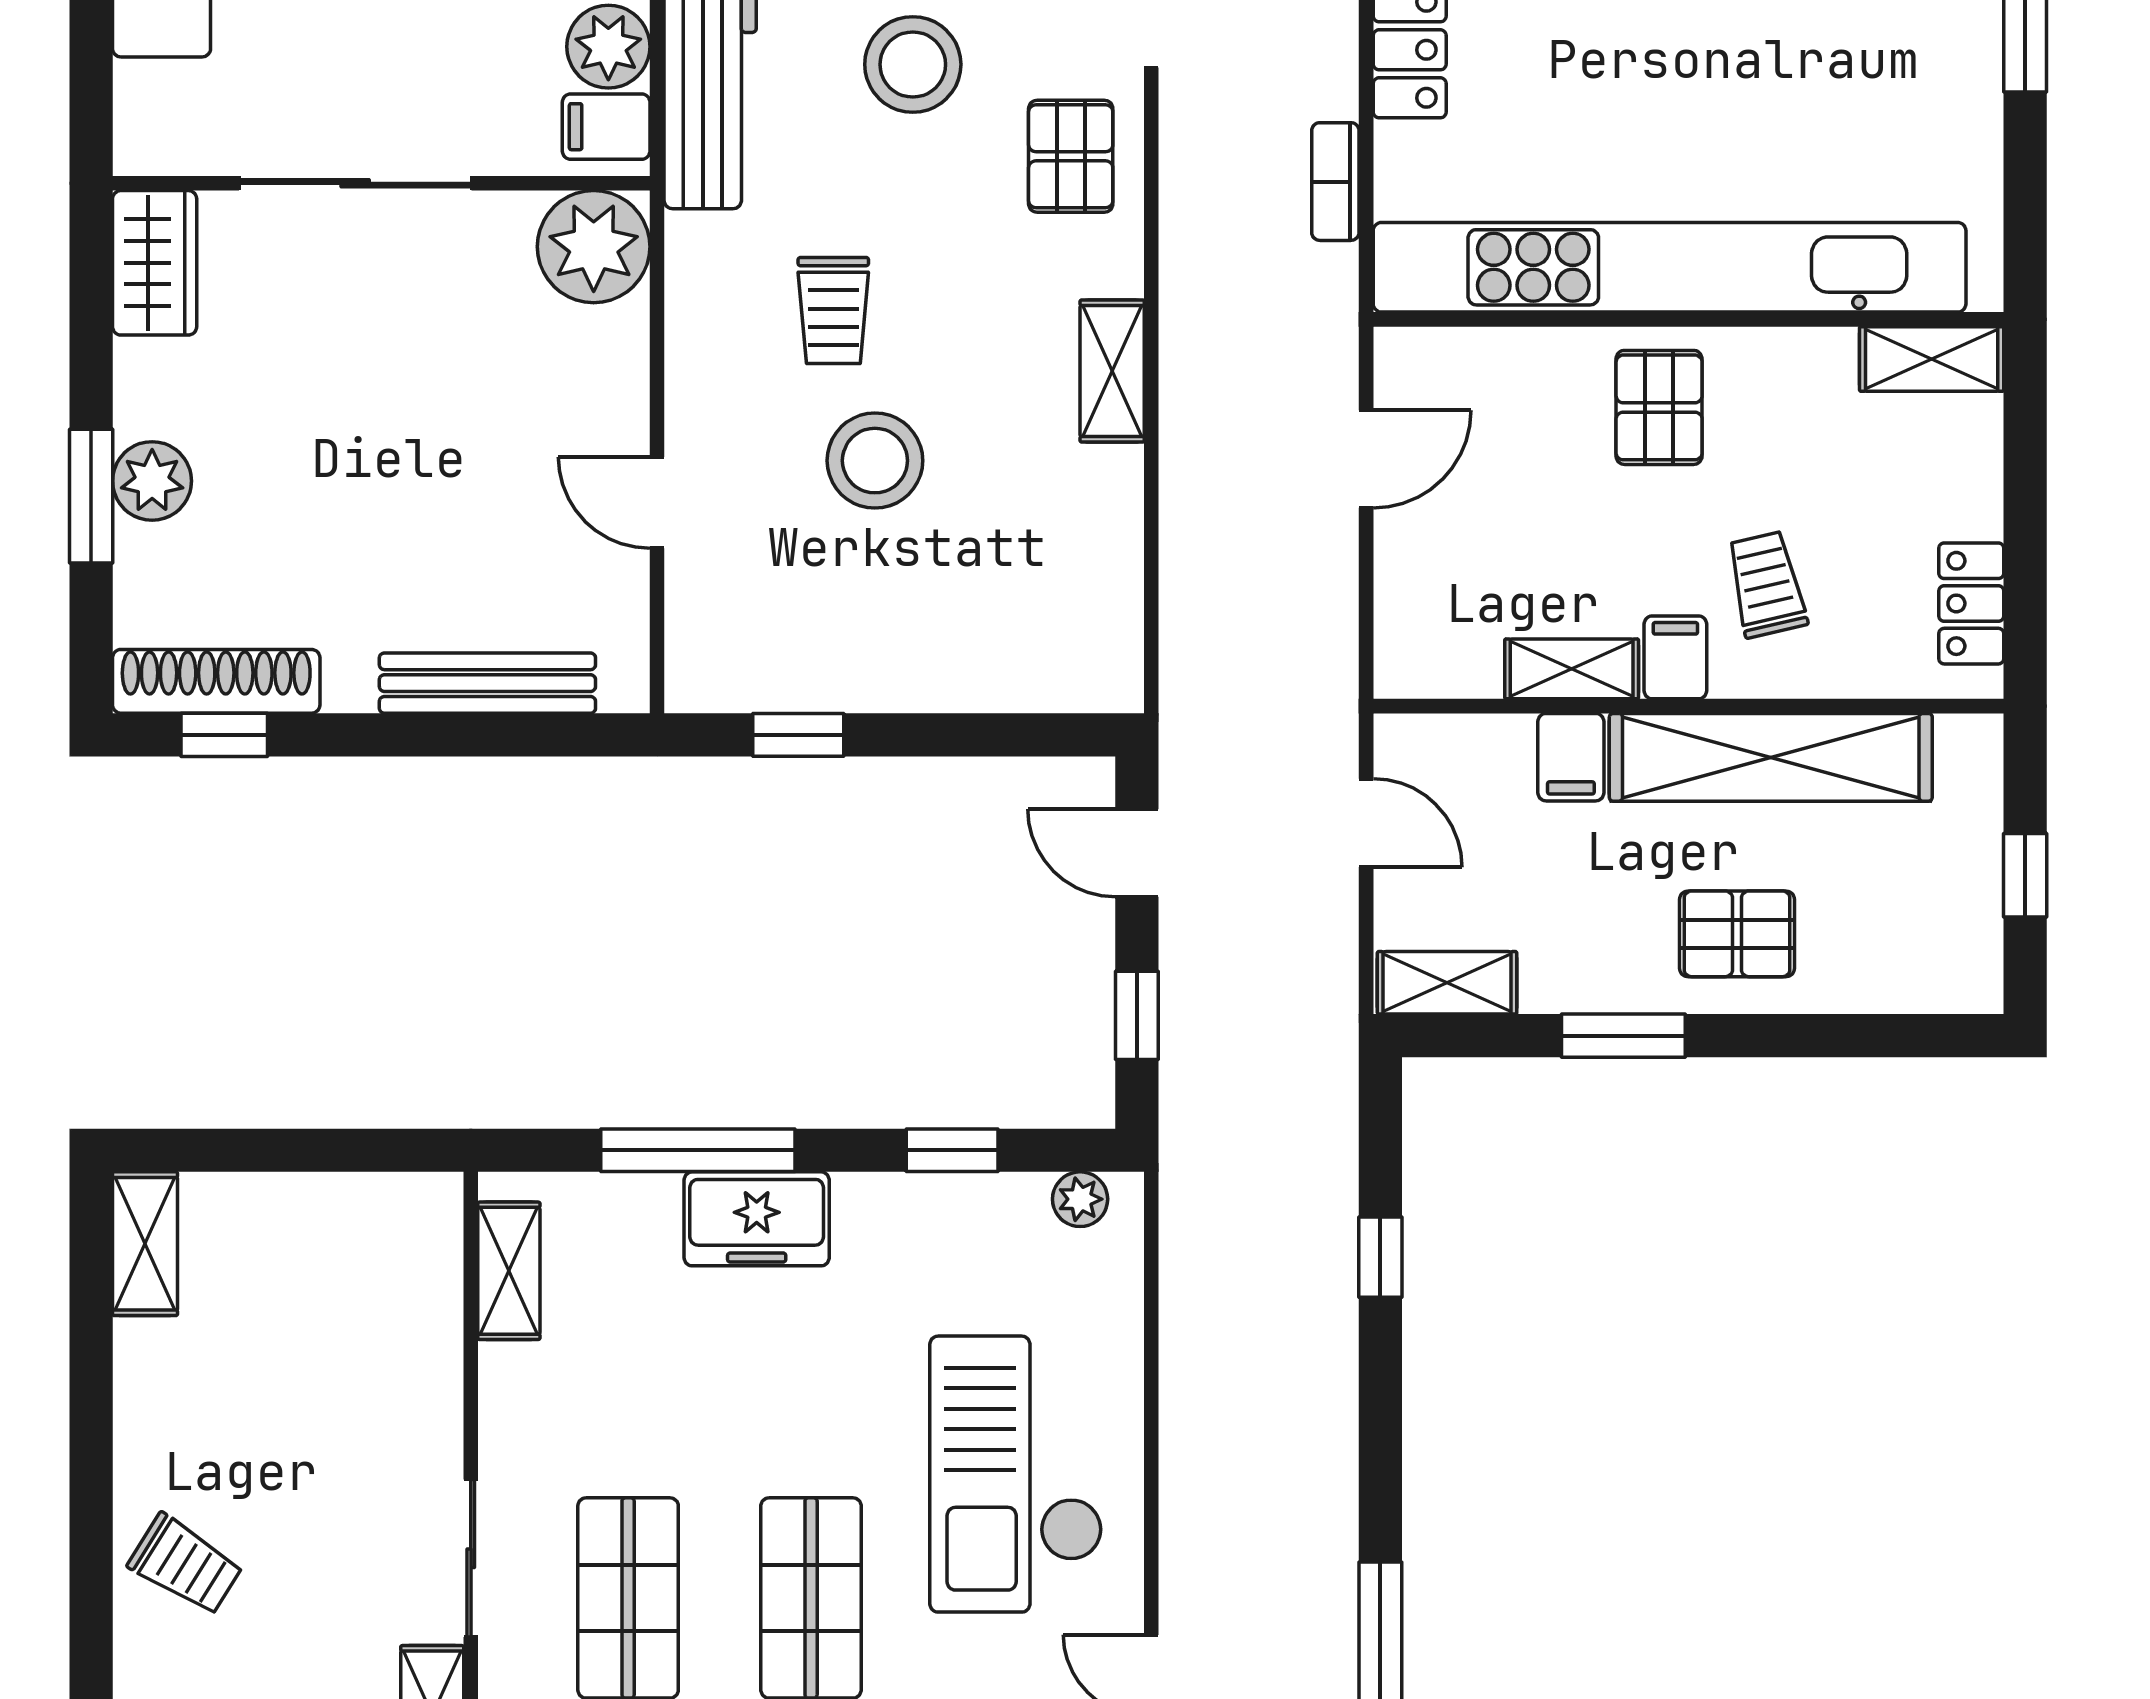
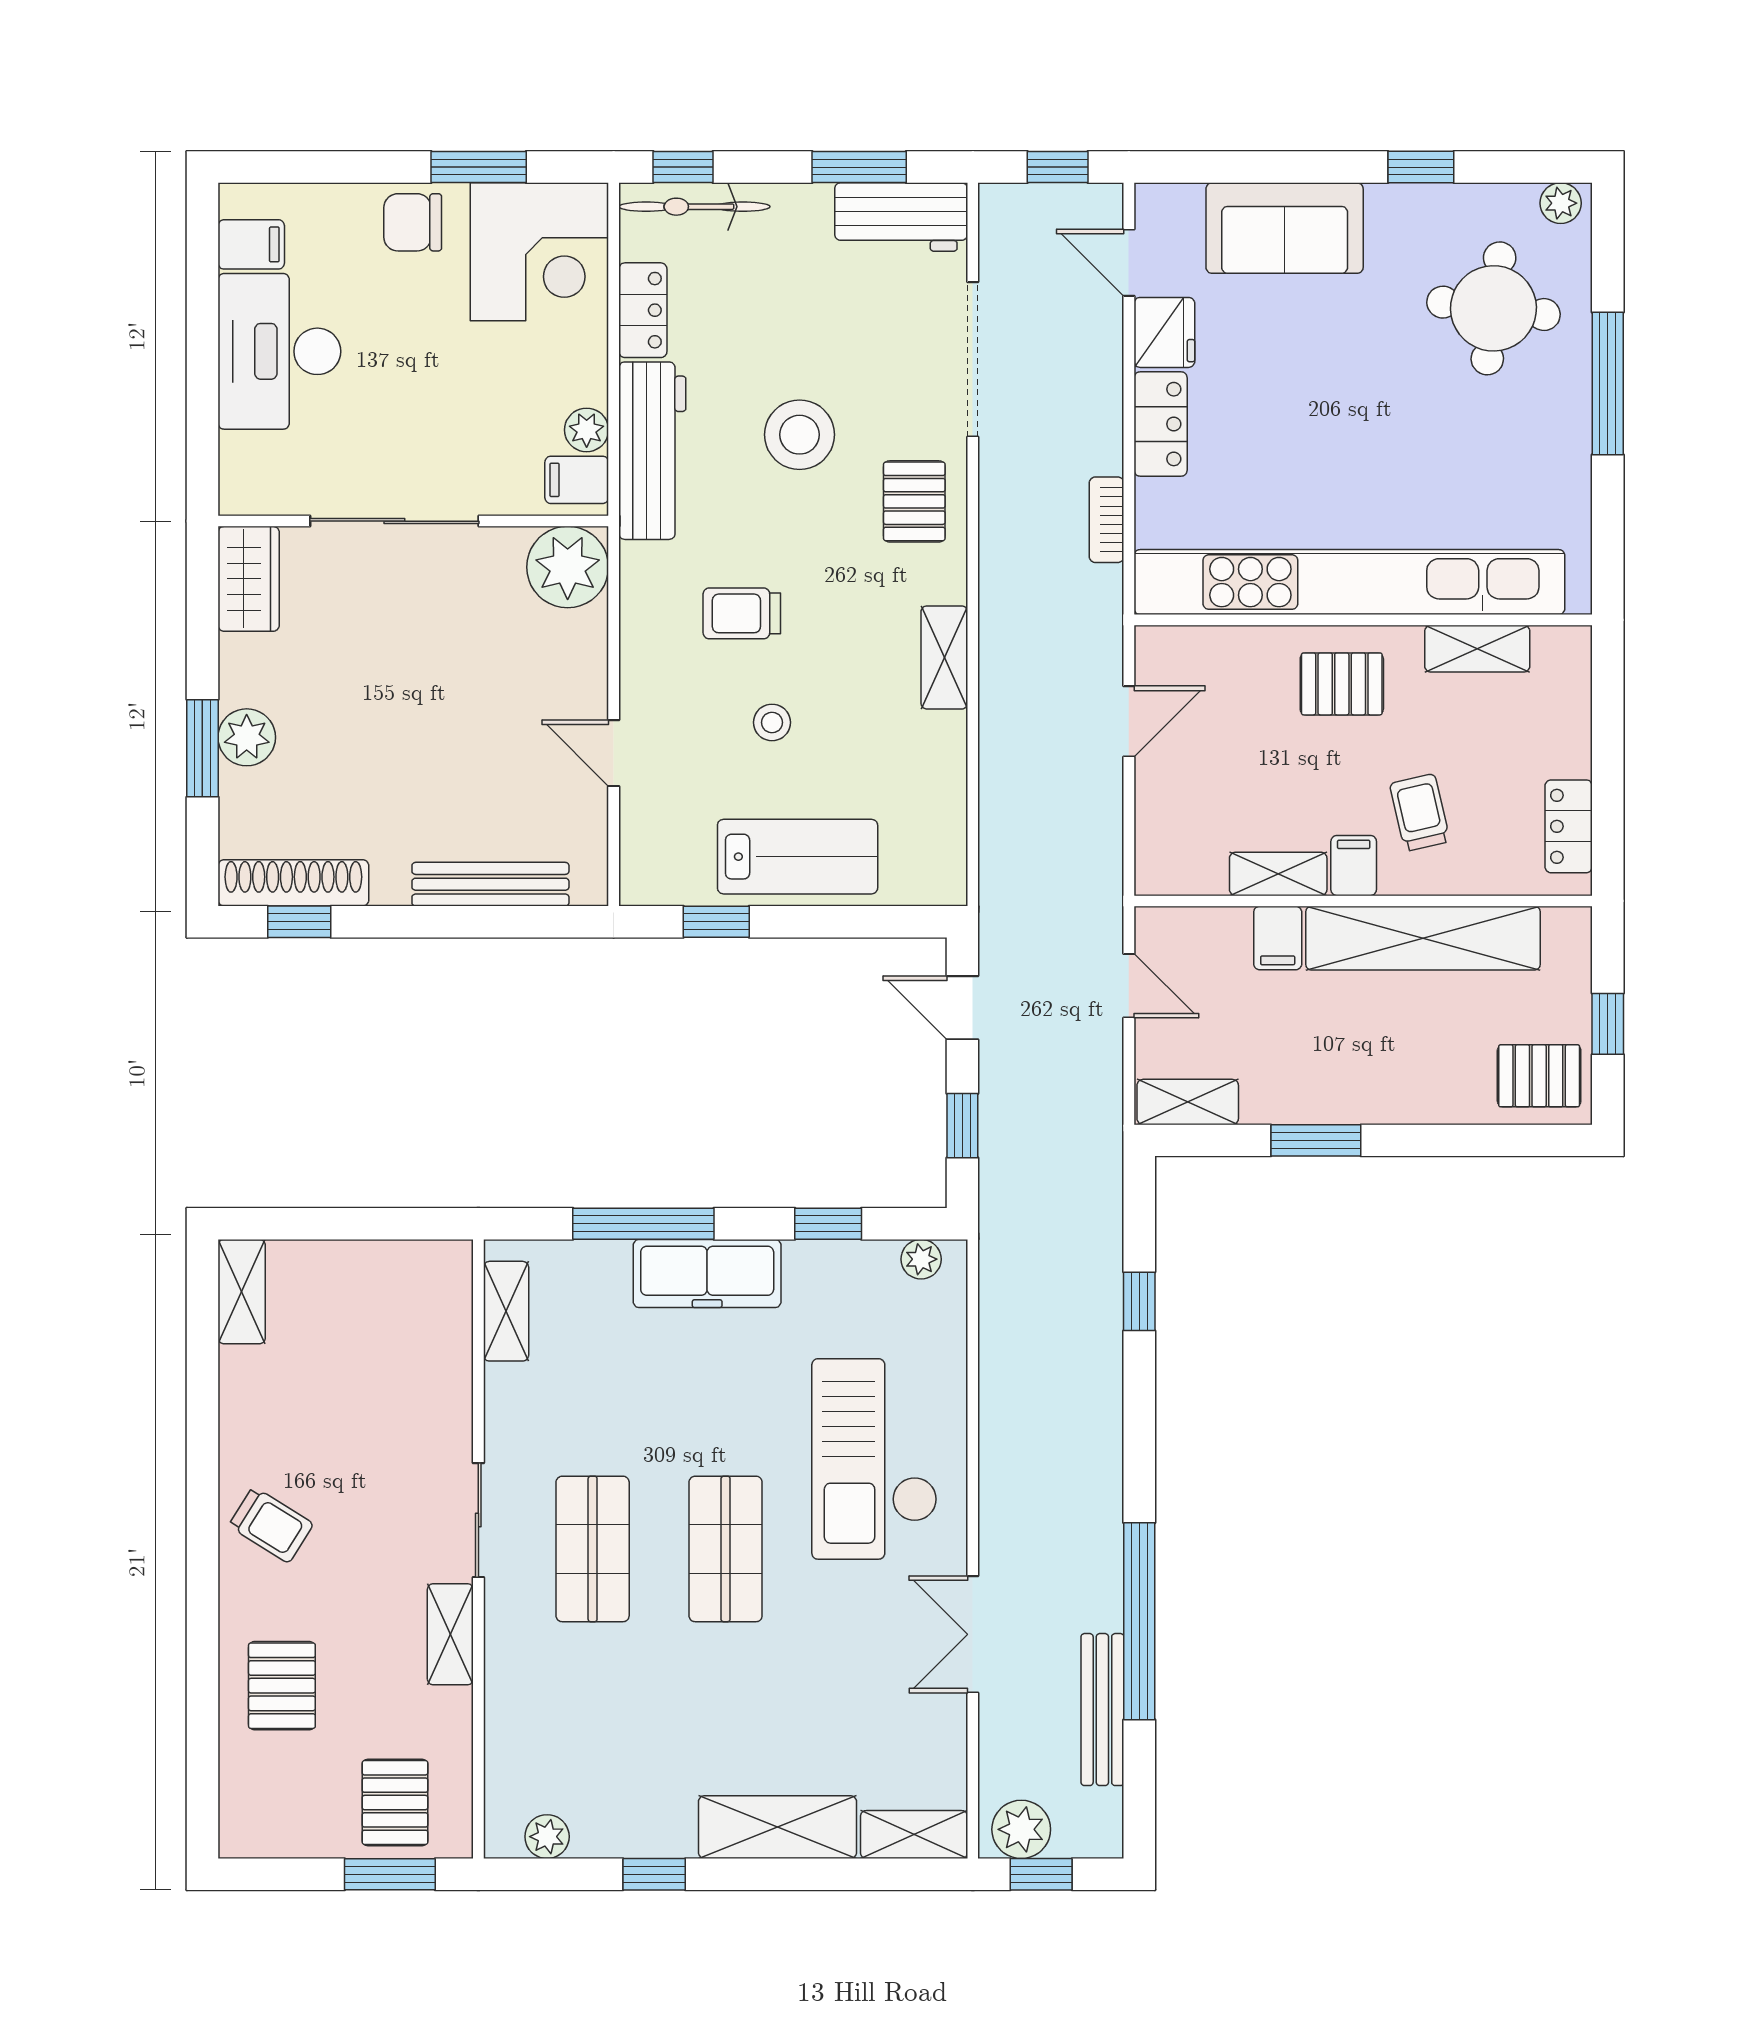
plant: (608, 47) -> (587, 430), width x0.73, depth x0.73
trolley: (833, 310) -> (742, 613), turned 90
shelving: (1932, 359) -> (1477, 649), moved
pallet: (1659, 407) -> (1342, 684), turned 90
stool: (875, 461) -> (772, 722), width x0.53, depth x0.53
lab bench: (910, 645) -> (798, 857), added
pallet: (1737, 934) -> (1539, 1076), moved
freezer: (757, 1219) -> (707, 1274), width x1.40

